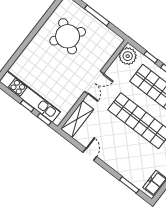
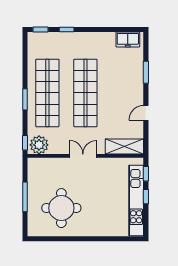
round table: (68, 36) -> (61, 208), turned -34
window: (151, 57) -> (25, 143), moved
window: (129, 185) -> (146, 72), moved

